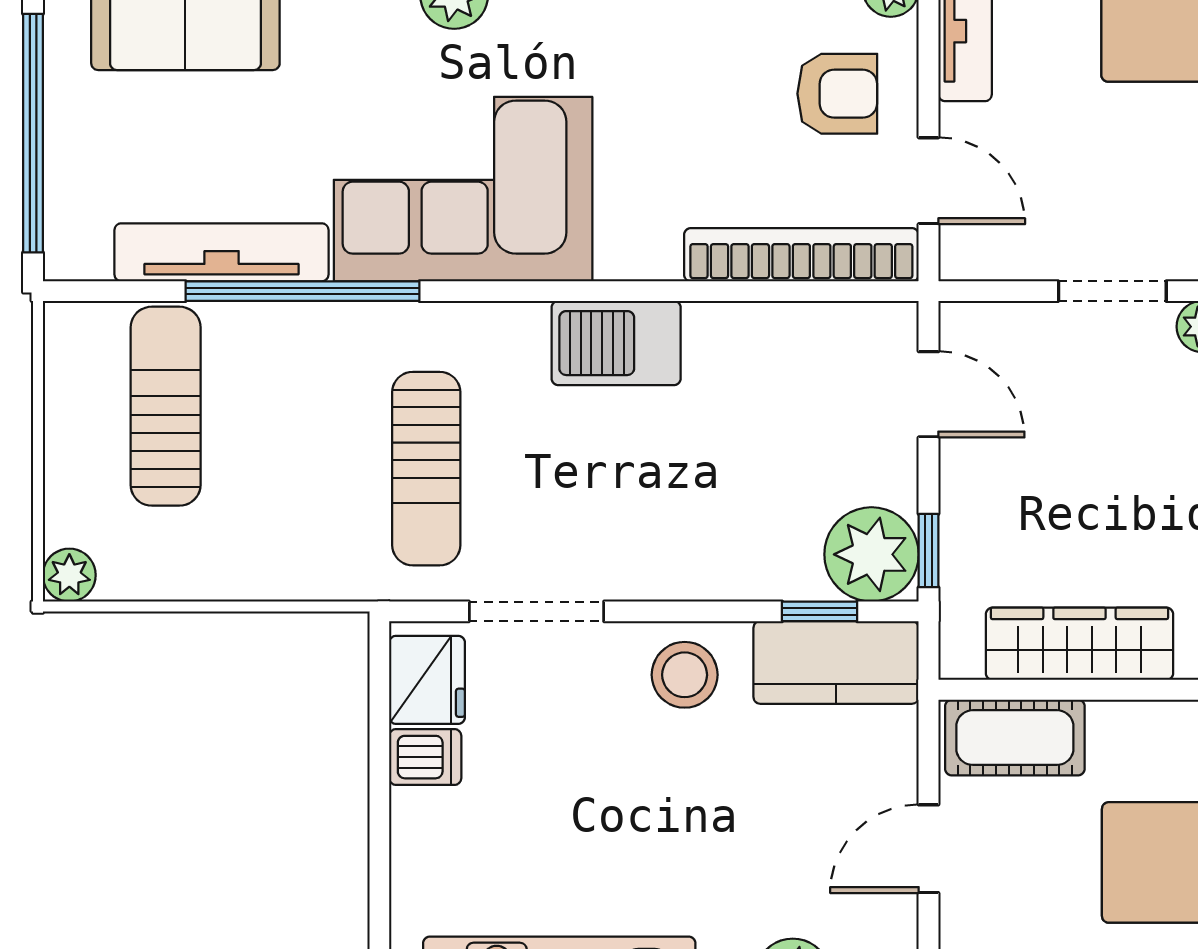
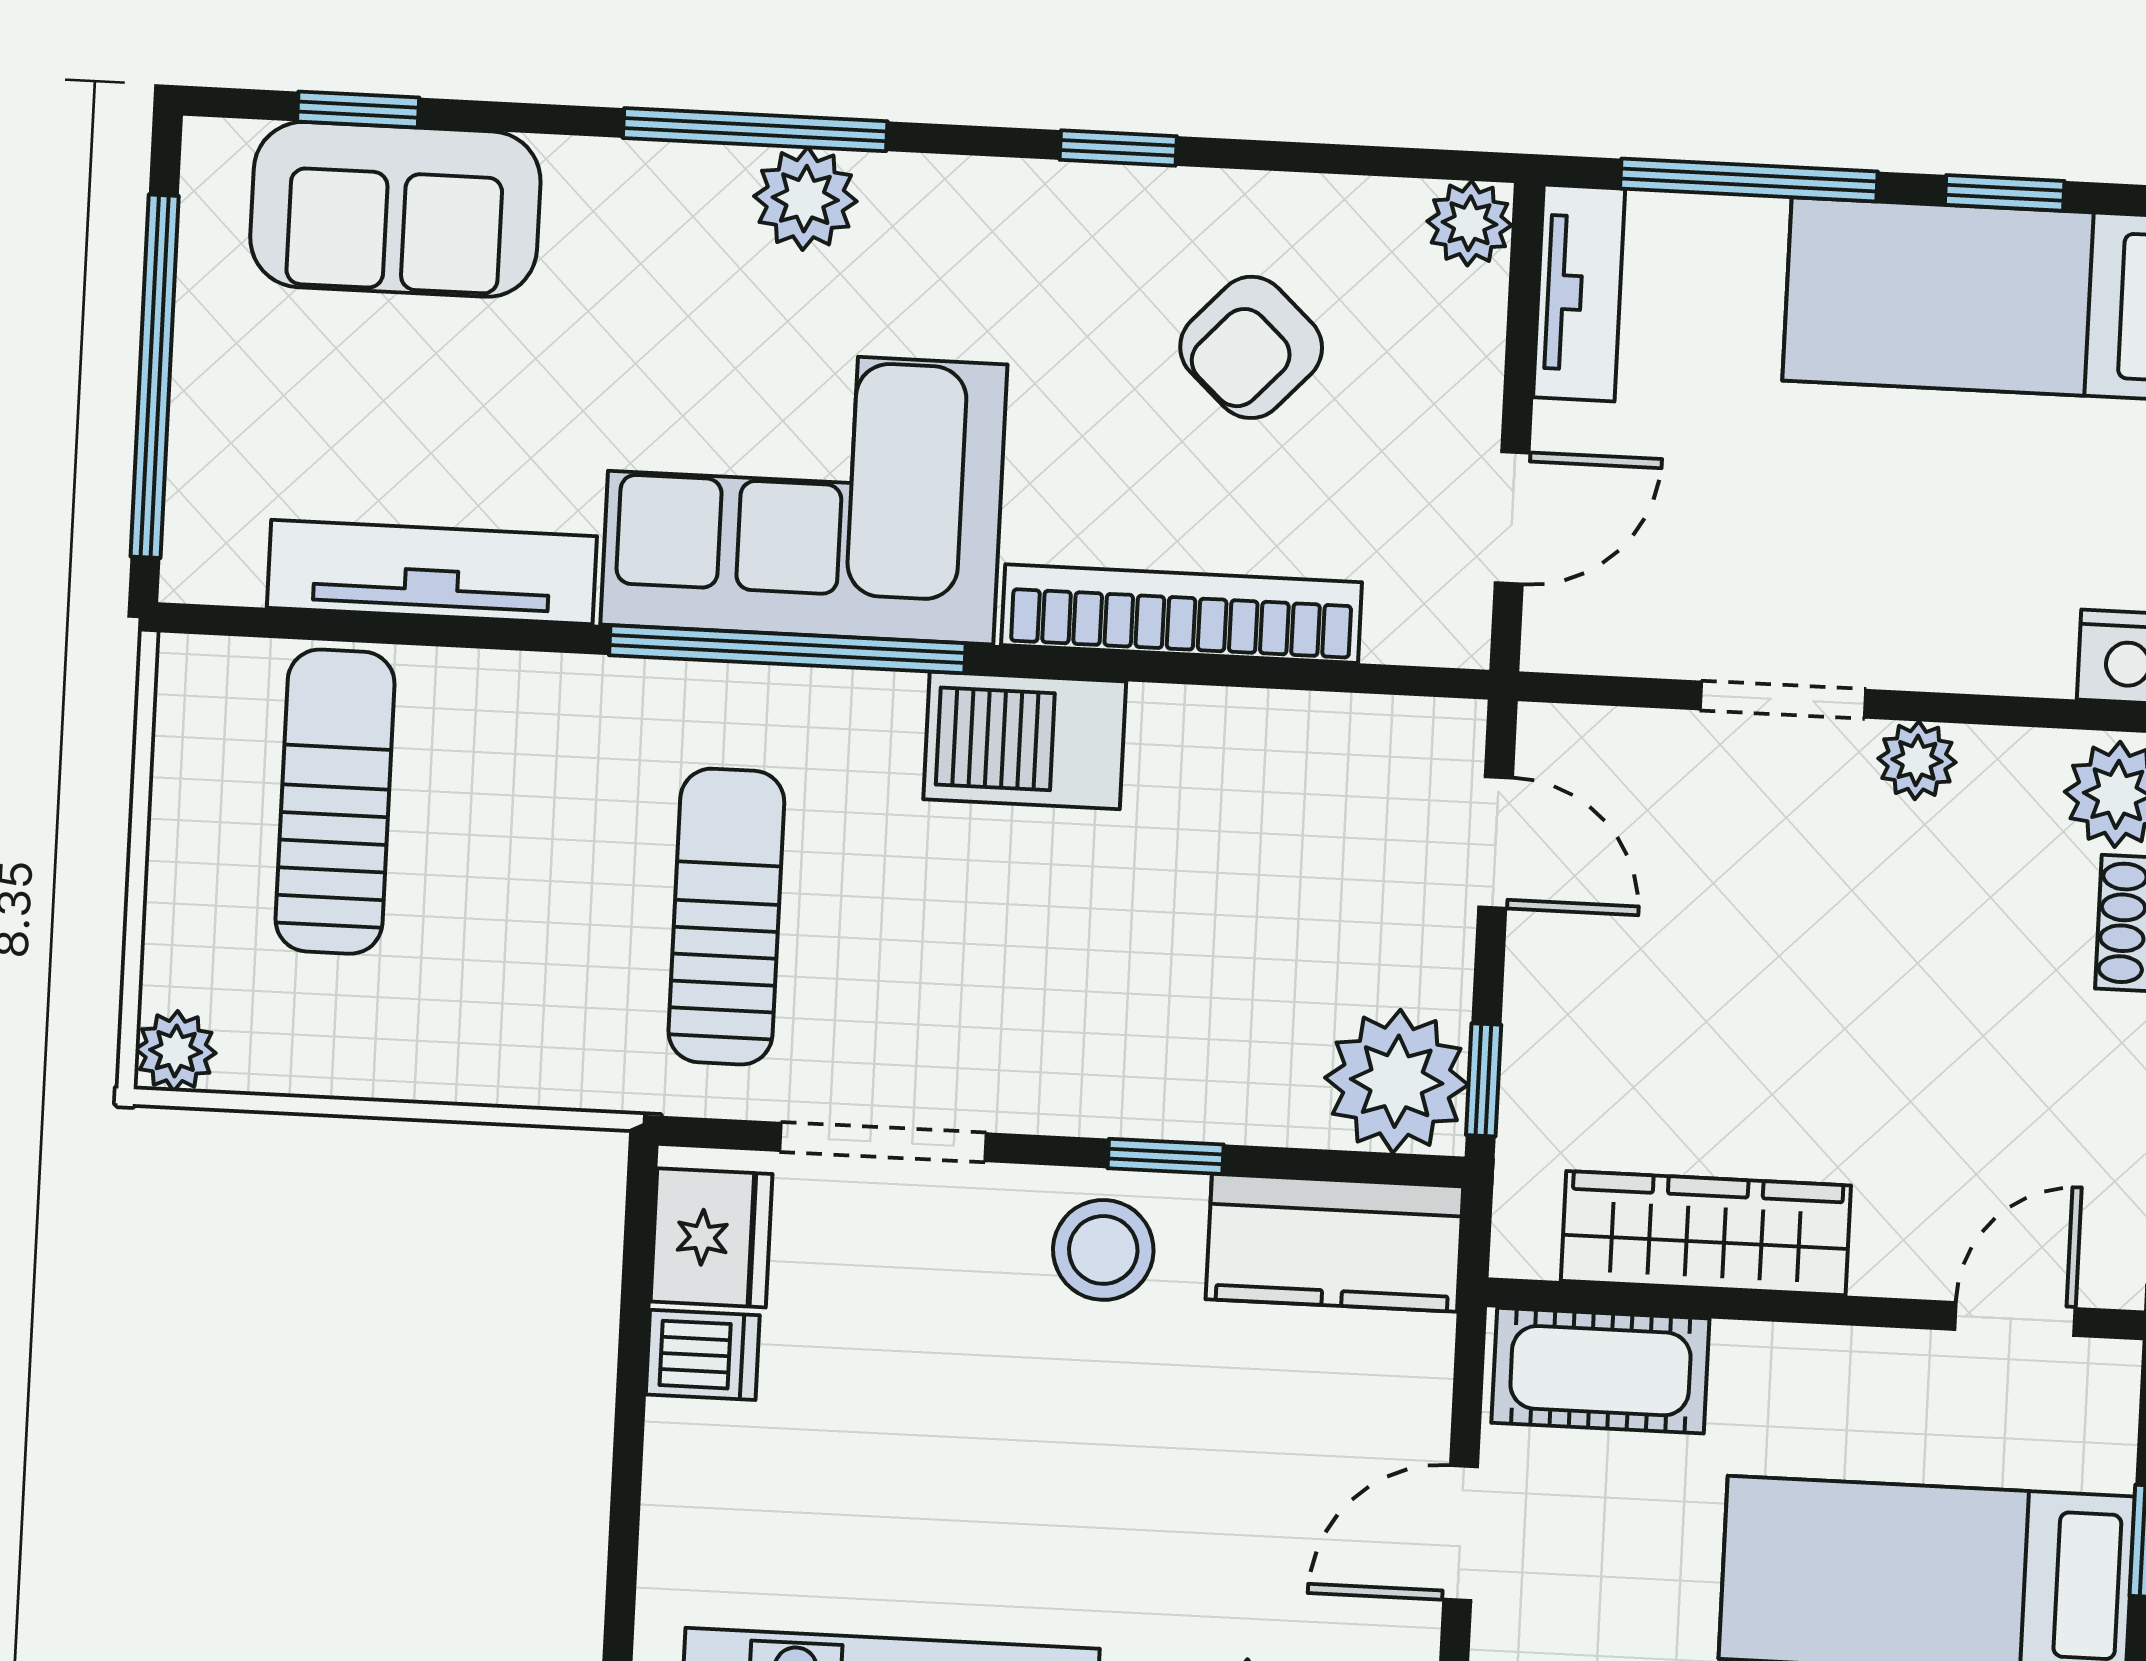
armchair: (837, 94) -> (1251, 347), moved, turned 133
door: (928, 181) -> (1512, 518), hinge flipped
bookcase: (801, 255) -> (1182, 614), moved
window: (303, 291) -> (787, 649), moved
sun lounger: (426, 469) -> (726, 917), turned 180
window: (820, 611) -> (1166, 1156), moved

